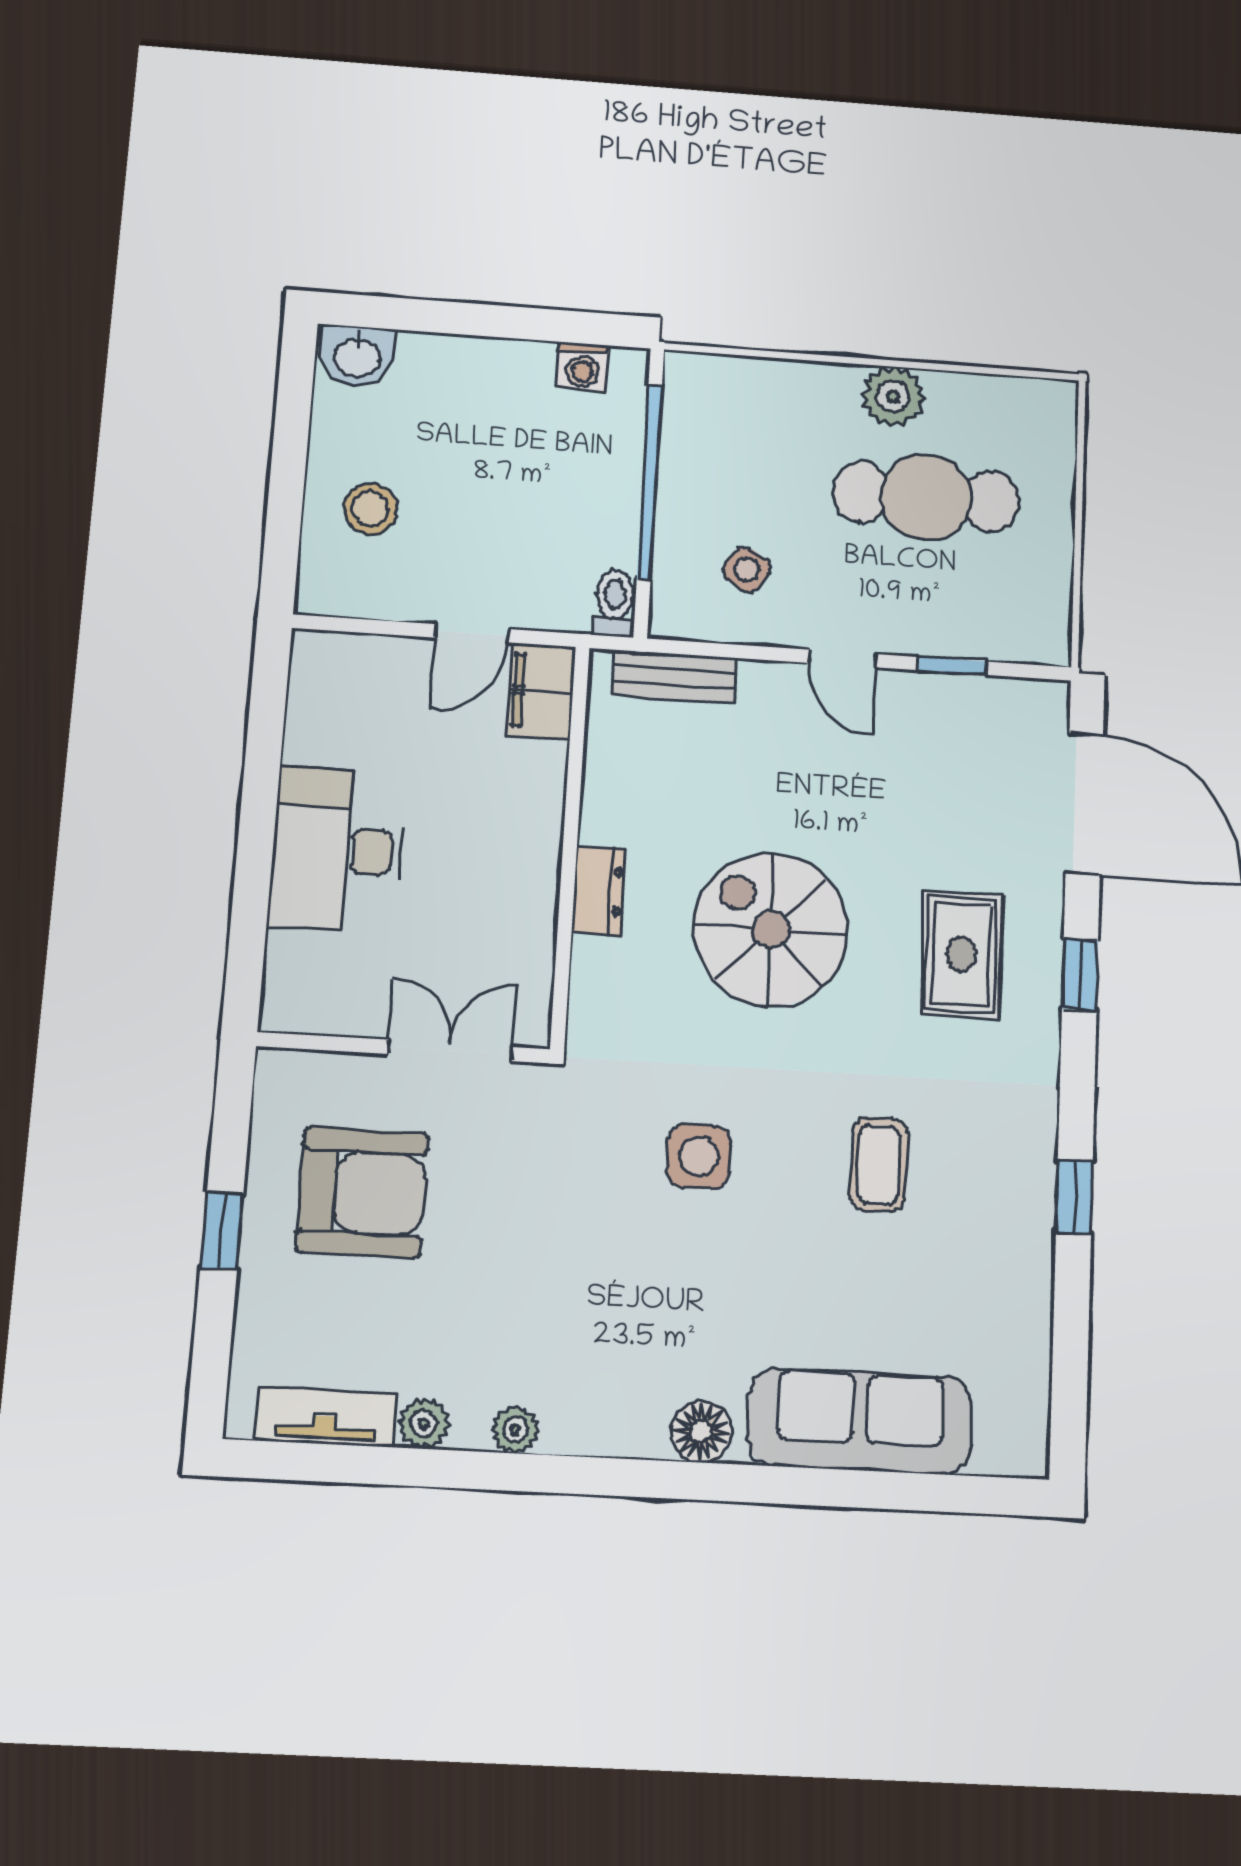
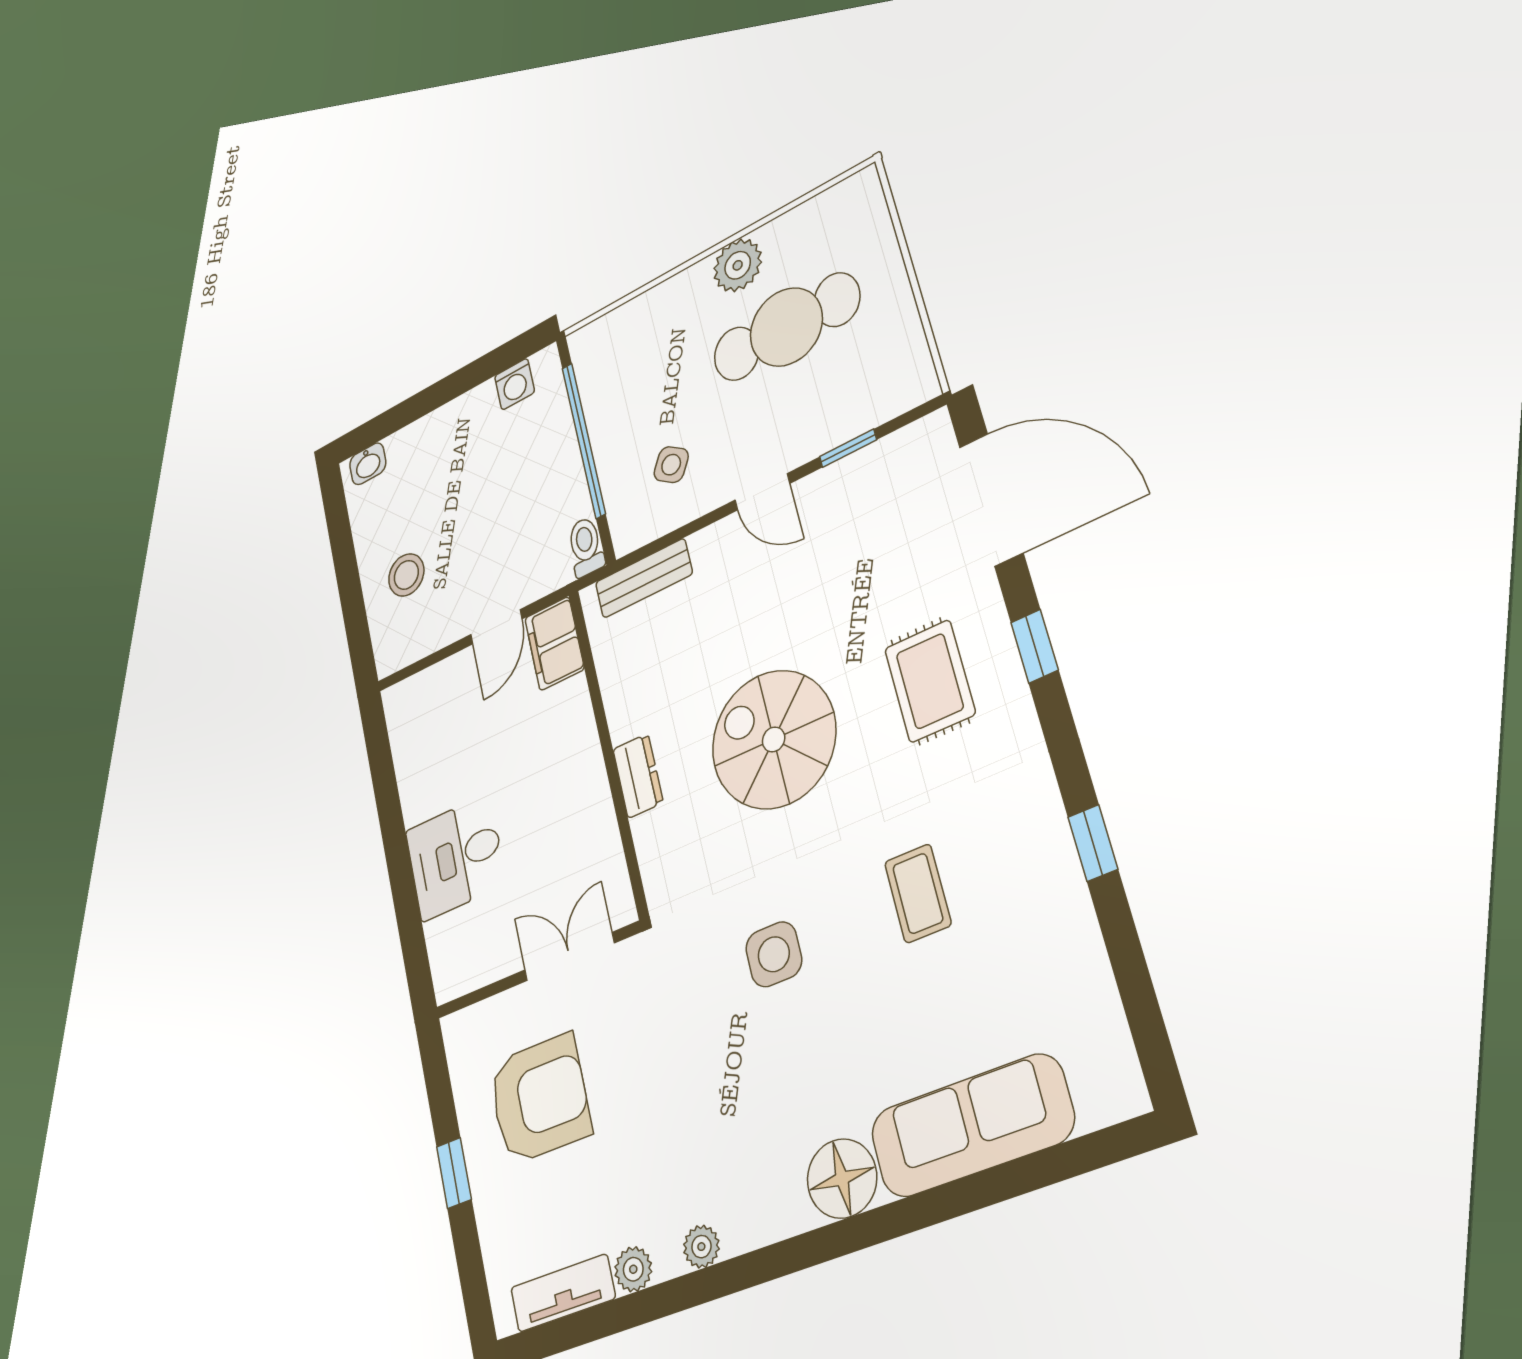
washbasin: (357, 356) -> (368, 464), width x0.72, depth x0.69
desk: (337, 850) -> (456, 858), width x0.73
floor lamp: (701, 1431) -> (842, 1179), width x1.38, depth x1.38

